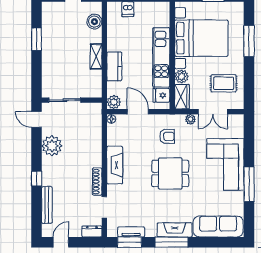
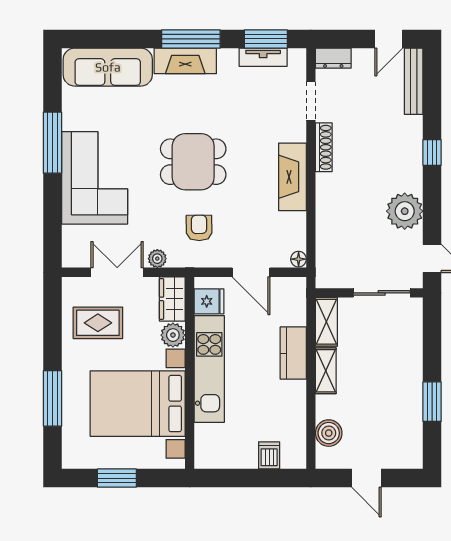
shelving: (96, 84) -> (326, 322), added
plant: (114, 102) -> (294, 289), removed
armchair: (167, 136) -> (199, 228), turned 89
bench: (47, 205) -> (414, 81), moved

